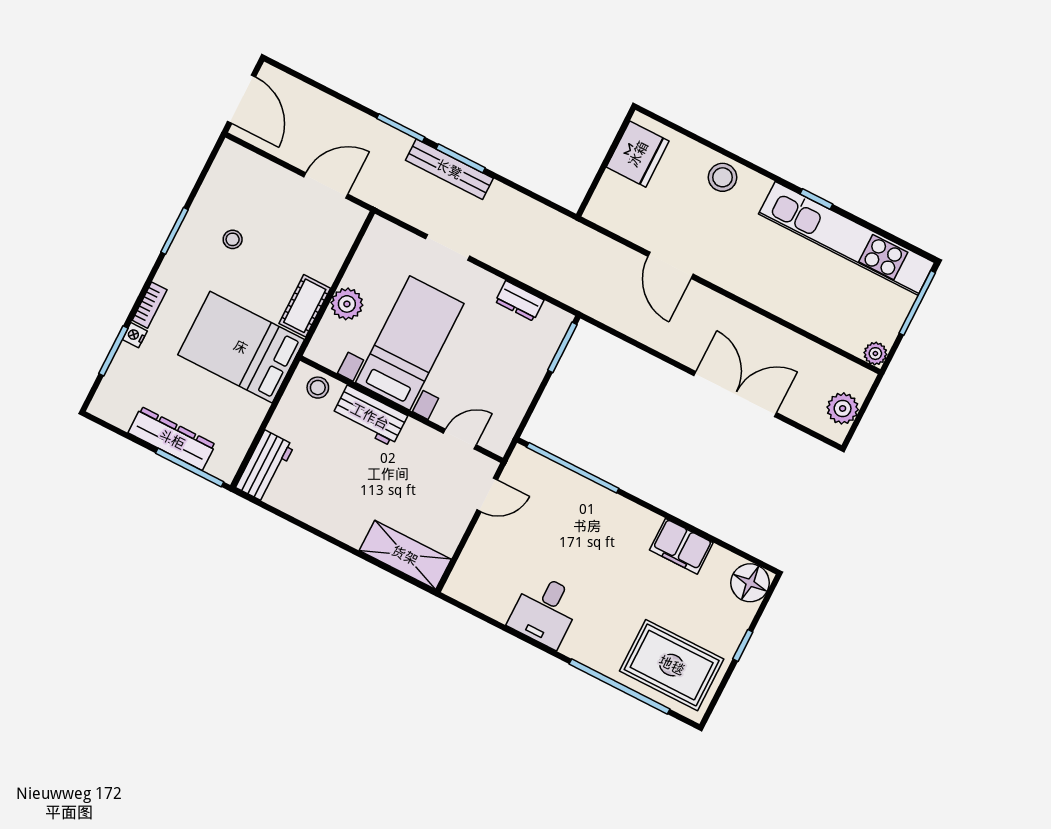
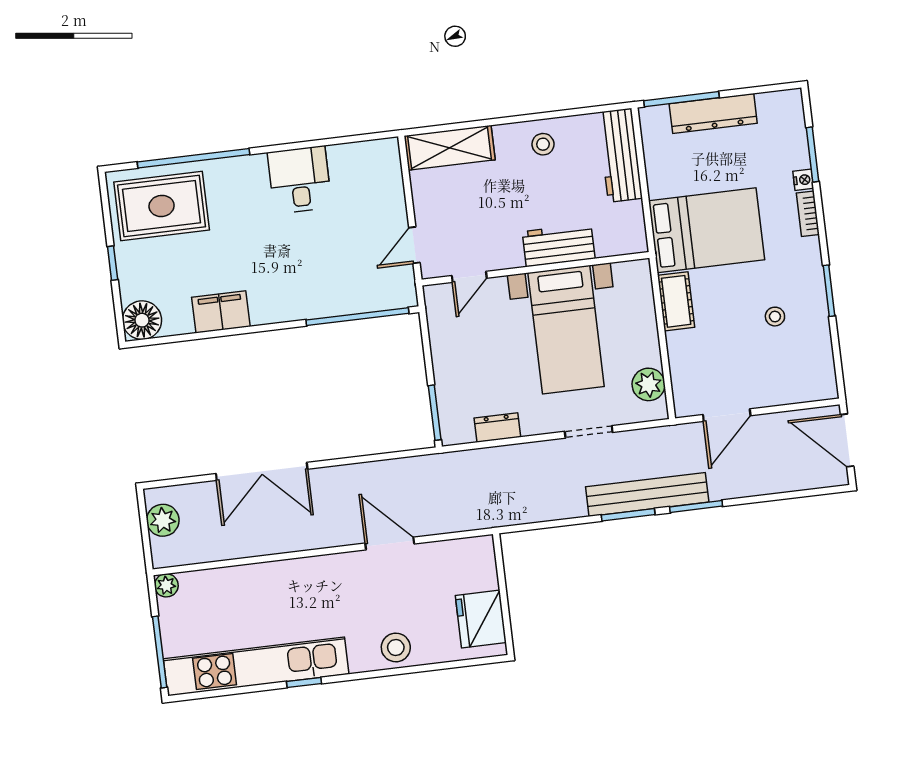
bench: (449, 169) -> (647, 494), width x1.37, depth x1.21
plant: (347, 304) -> (649, 384), moved
stool: (318, 388) -> (543, 144), moved
workbench: (265, 466) -> (620, 155), width x1.38

